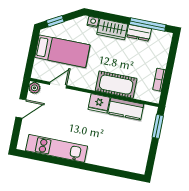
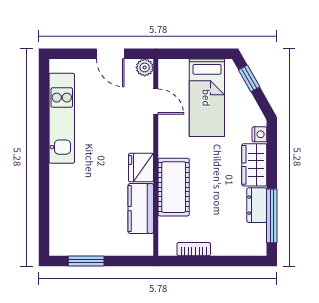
window: (158, 126) -> (86, 261), moved

